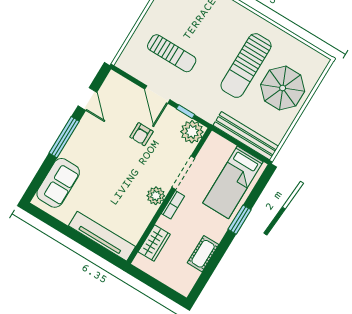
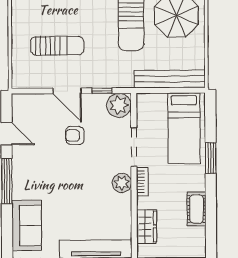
armchair: (141, 134) -> (75, 135), turned 91

